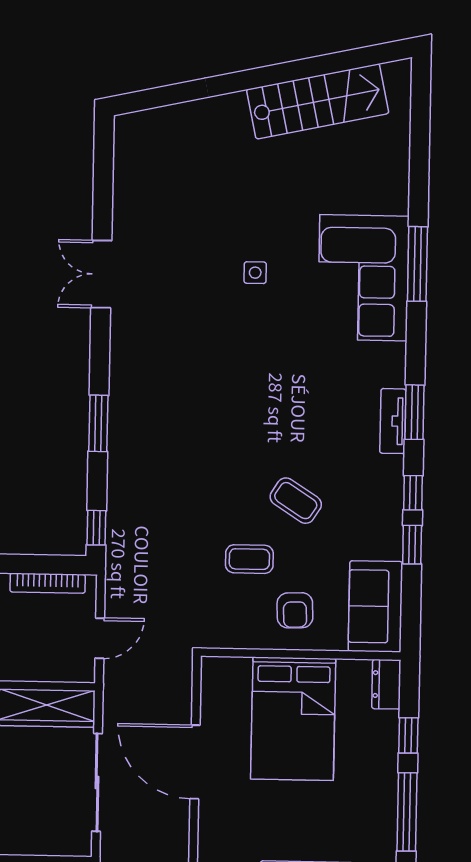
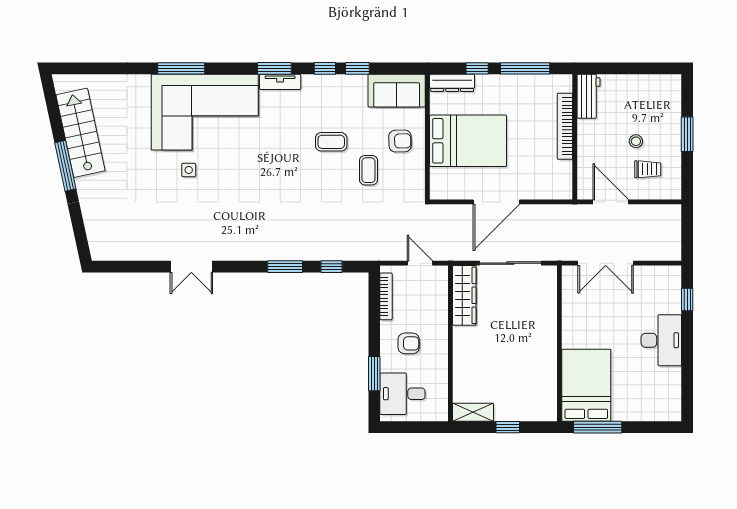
window: (266, 76) -> (65, 166), added
corner sofa: (363, 278) -> (205, 112), width x1.36, depth x1.36
coffee table: (296, 501) -> (331, 142), turned 57
window: (96, 528) -> (332, 267), moved
dresser: (386, 684) -> (452, 83), width x1.44

